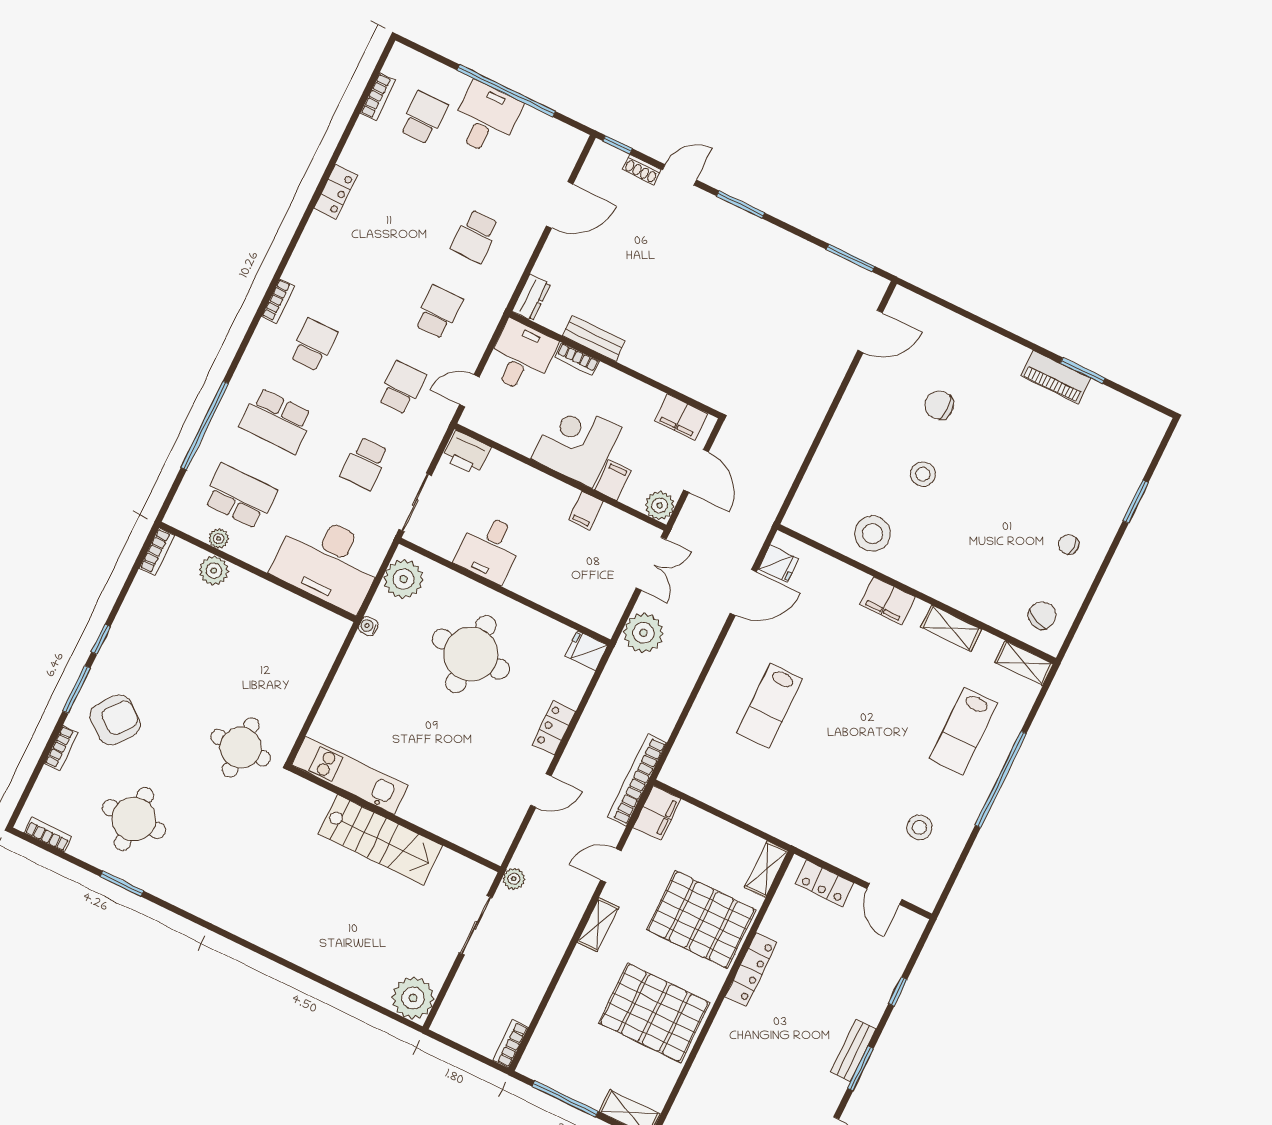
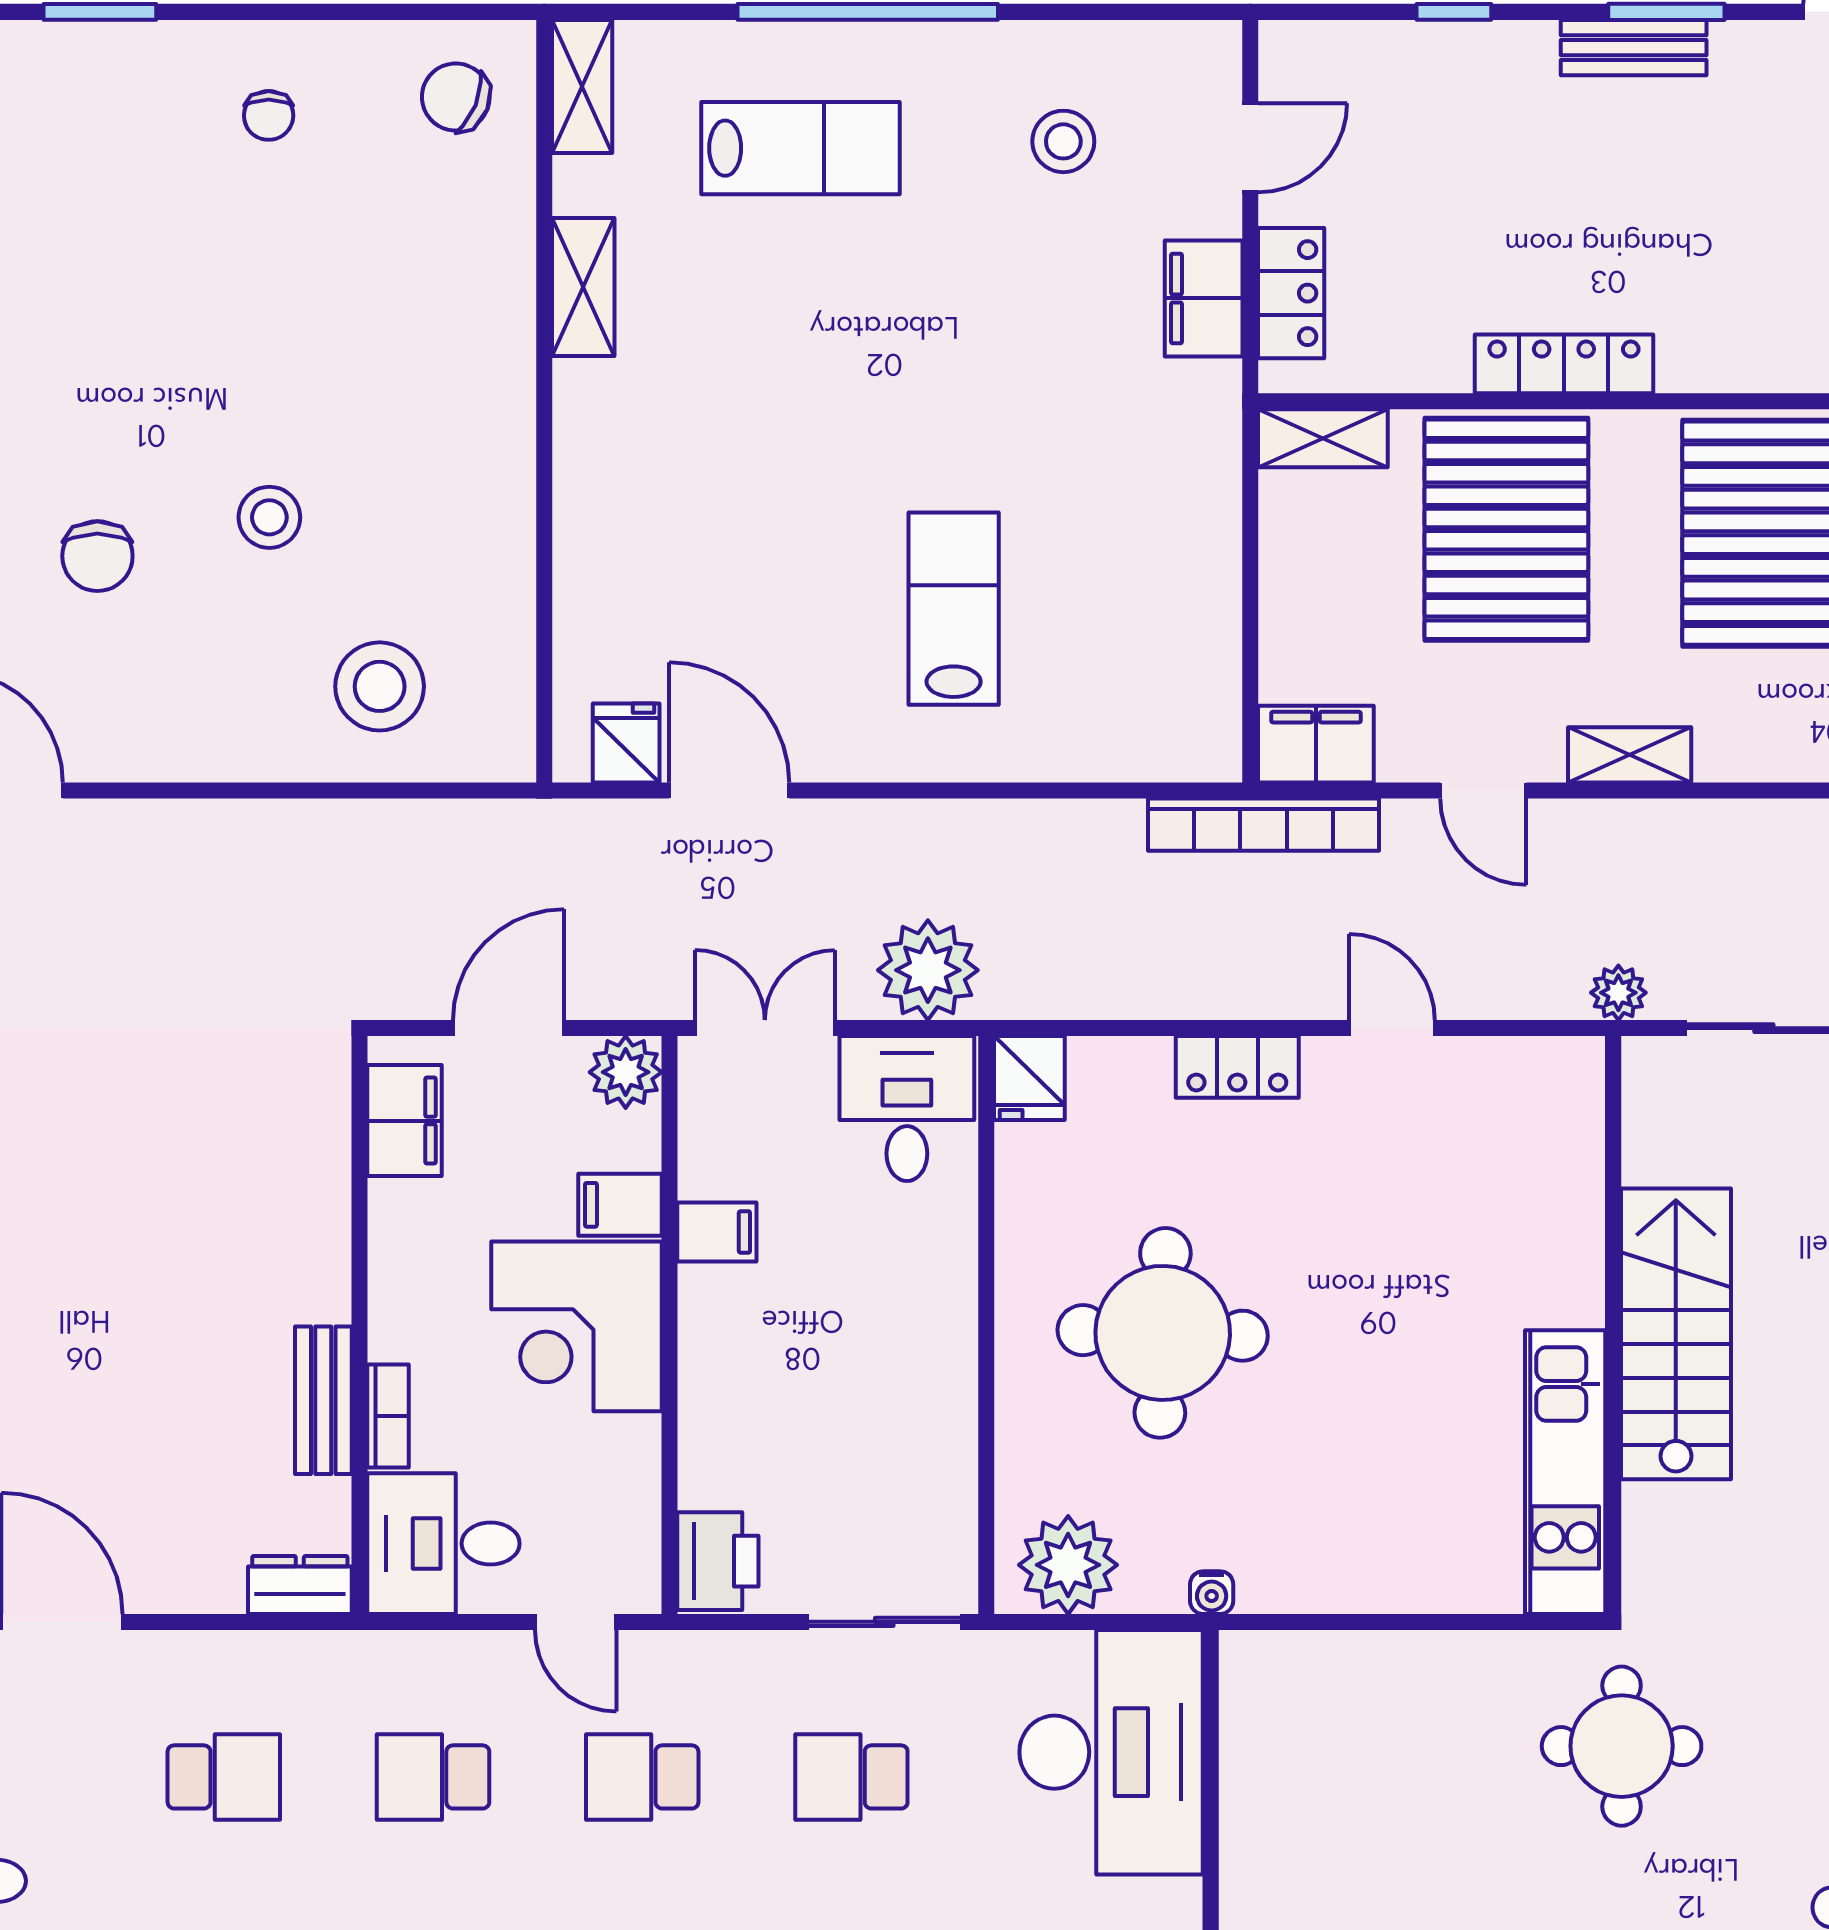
school desk: (365, 463) -> (851, 1777), turned 180
stool: (873, 534) -> (380, 686), moved
desk: (489, 548) -> (907, 1109), moved, turned -90
filing cabinet: (888, 601) -> (1204, 298), moved, turned 180
lab bench: (770, 706) -> (954, 609), turned -90

